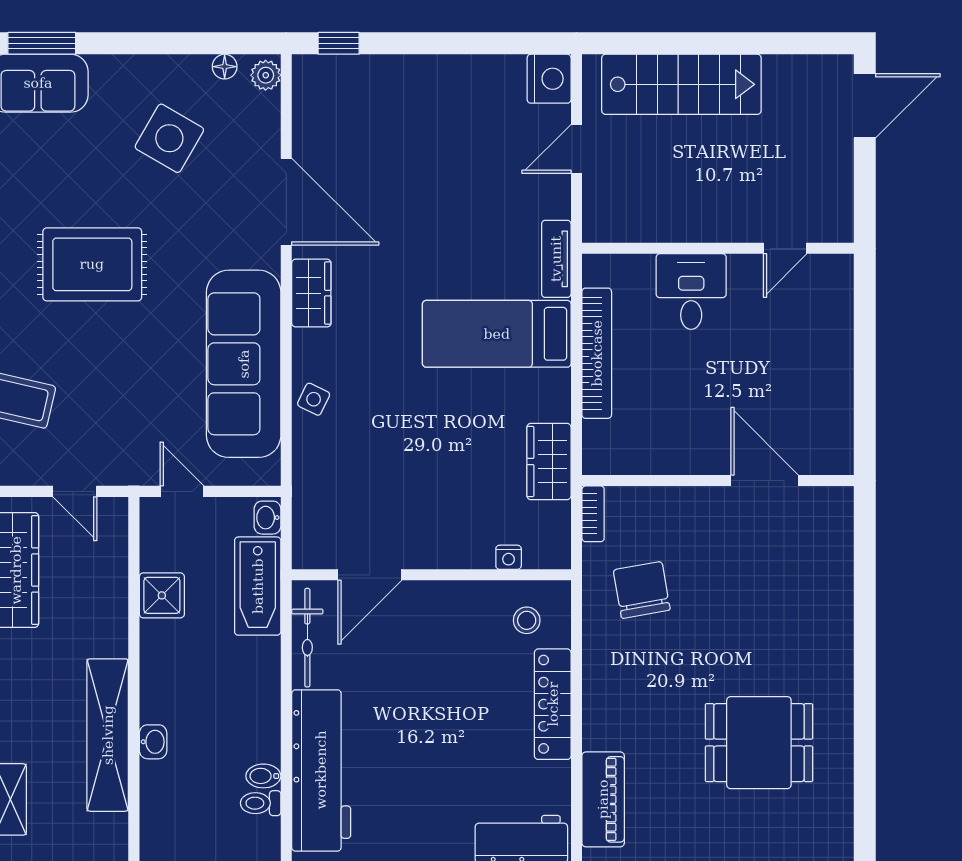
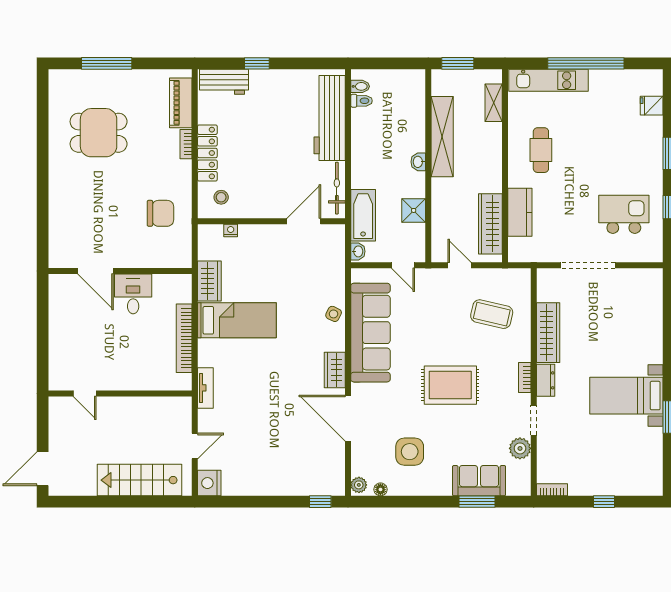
side table: (169, 138) -> (410, 452), turned -30
door: (785, 248) -> (85, 394), swing flipped
desk: (691, 292) -> (133, 294), moved, turned 180
bed: (497, 334) -> (237, 320), moved
bookcase: (593, 514) -> (186, 144), moved
chair: (642, 590) -> (160, 213), turned -80
washbasin: (153, 742) -> (418, 162), moved
bidet: (263, 776) -> (360, 86), moved

